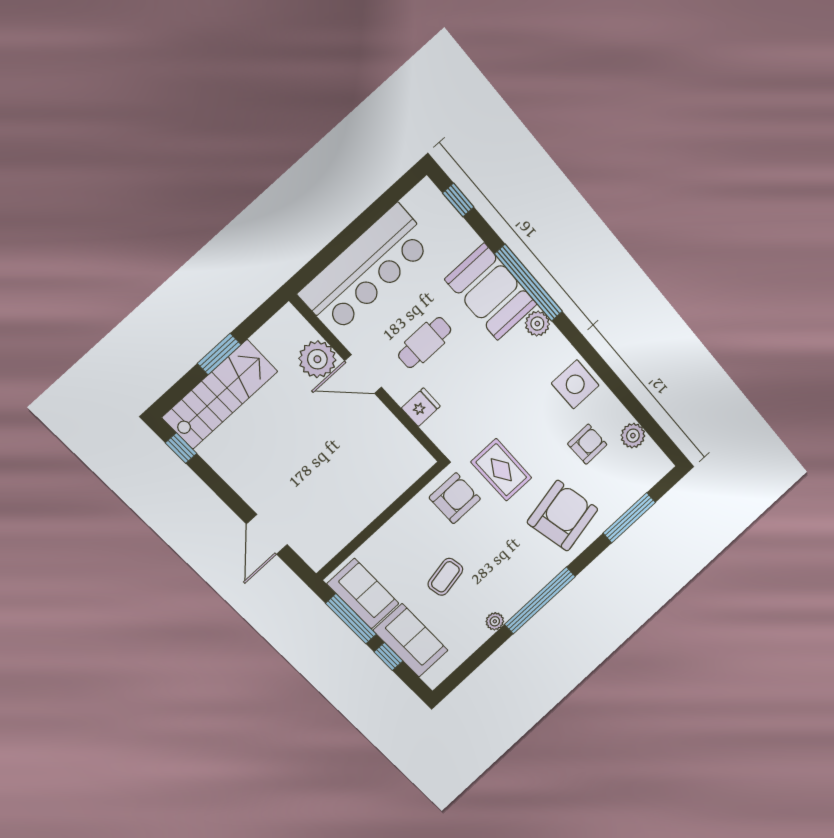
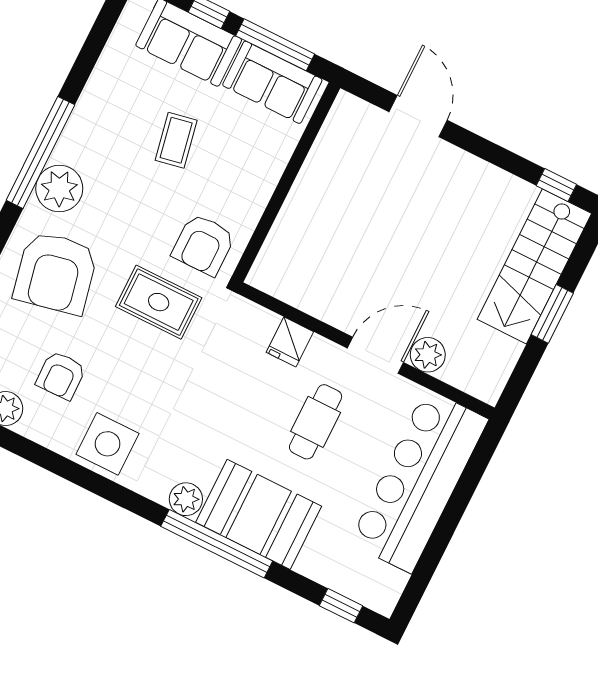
plant: (317, 359) -> (428, 355), width x0.73, depth x0.73
plant: (495, 621) -> (59, 189), moved, width x1.87, depth x1.87

